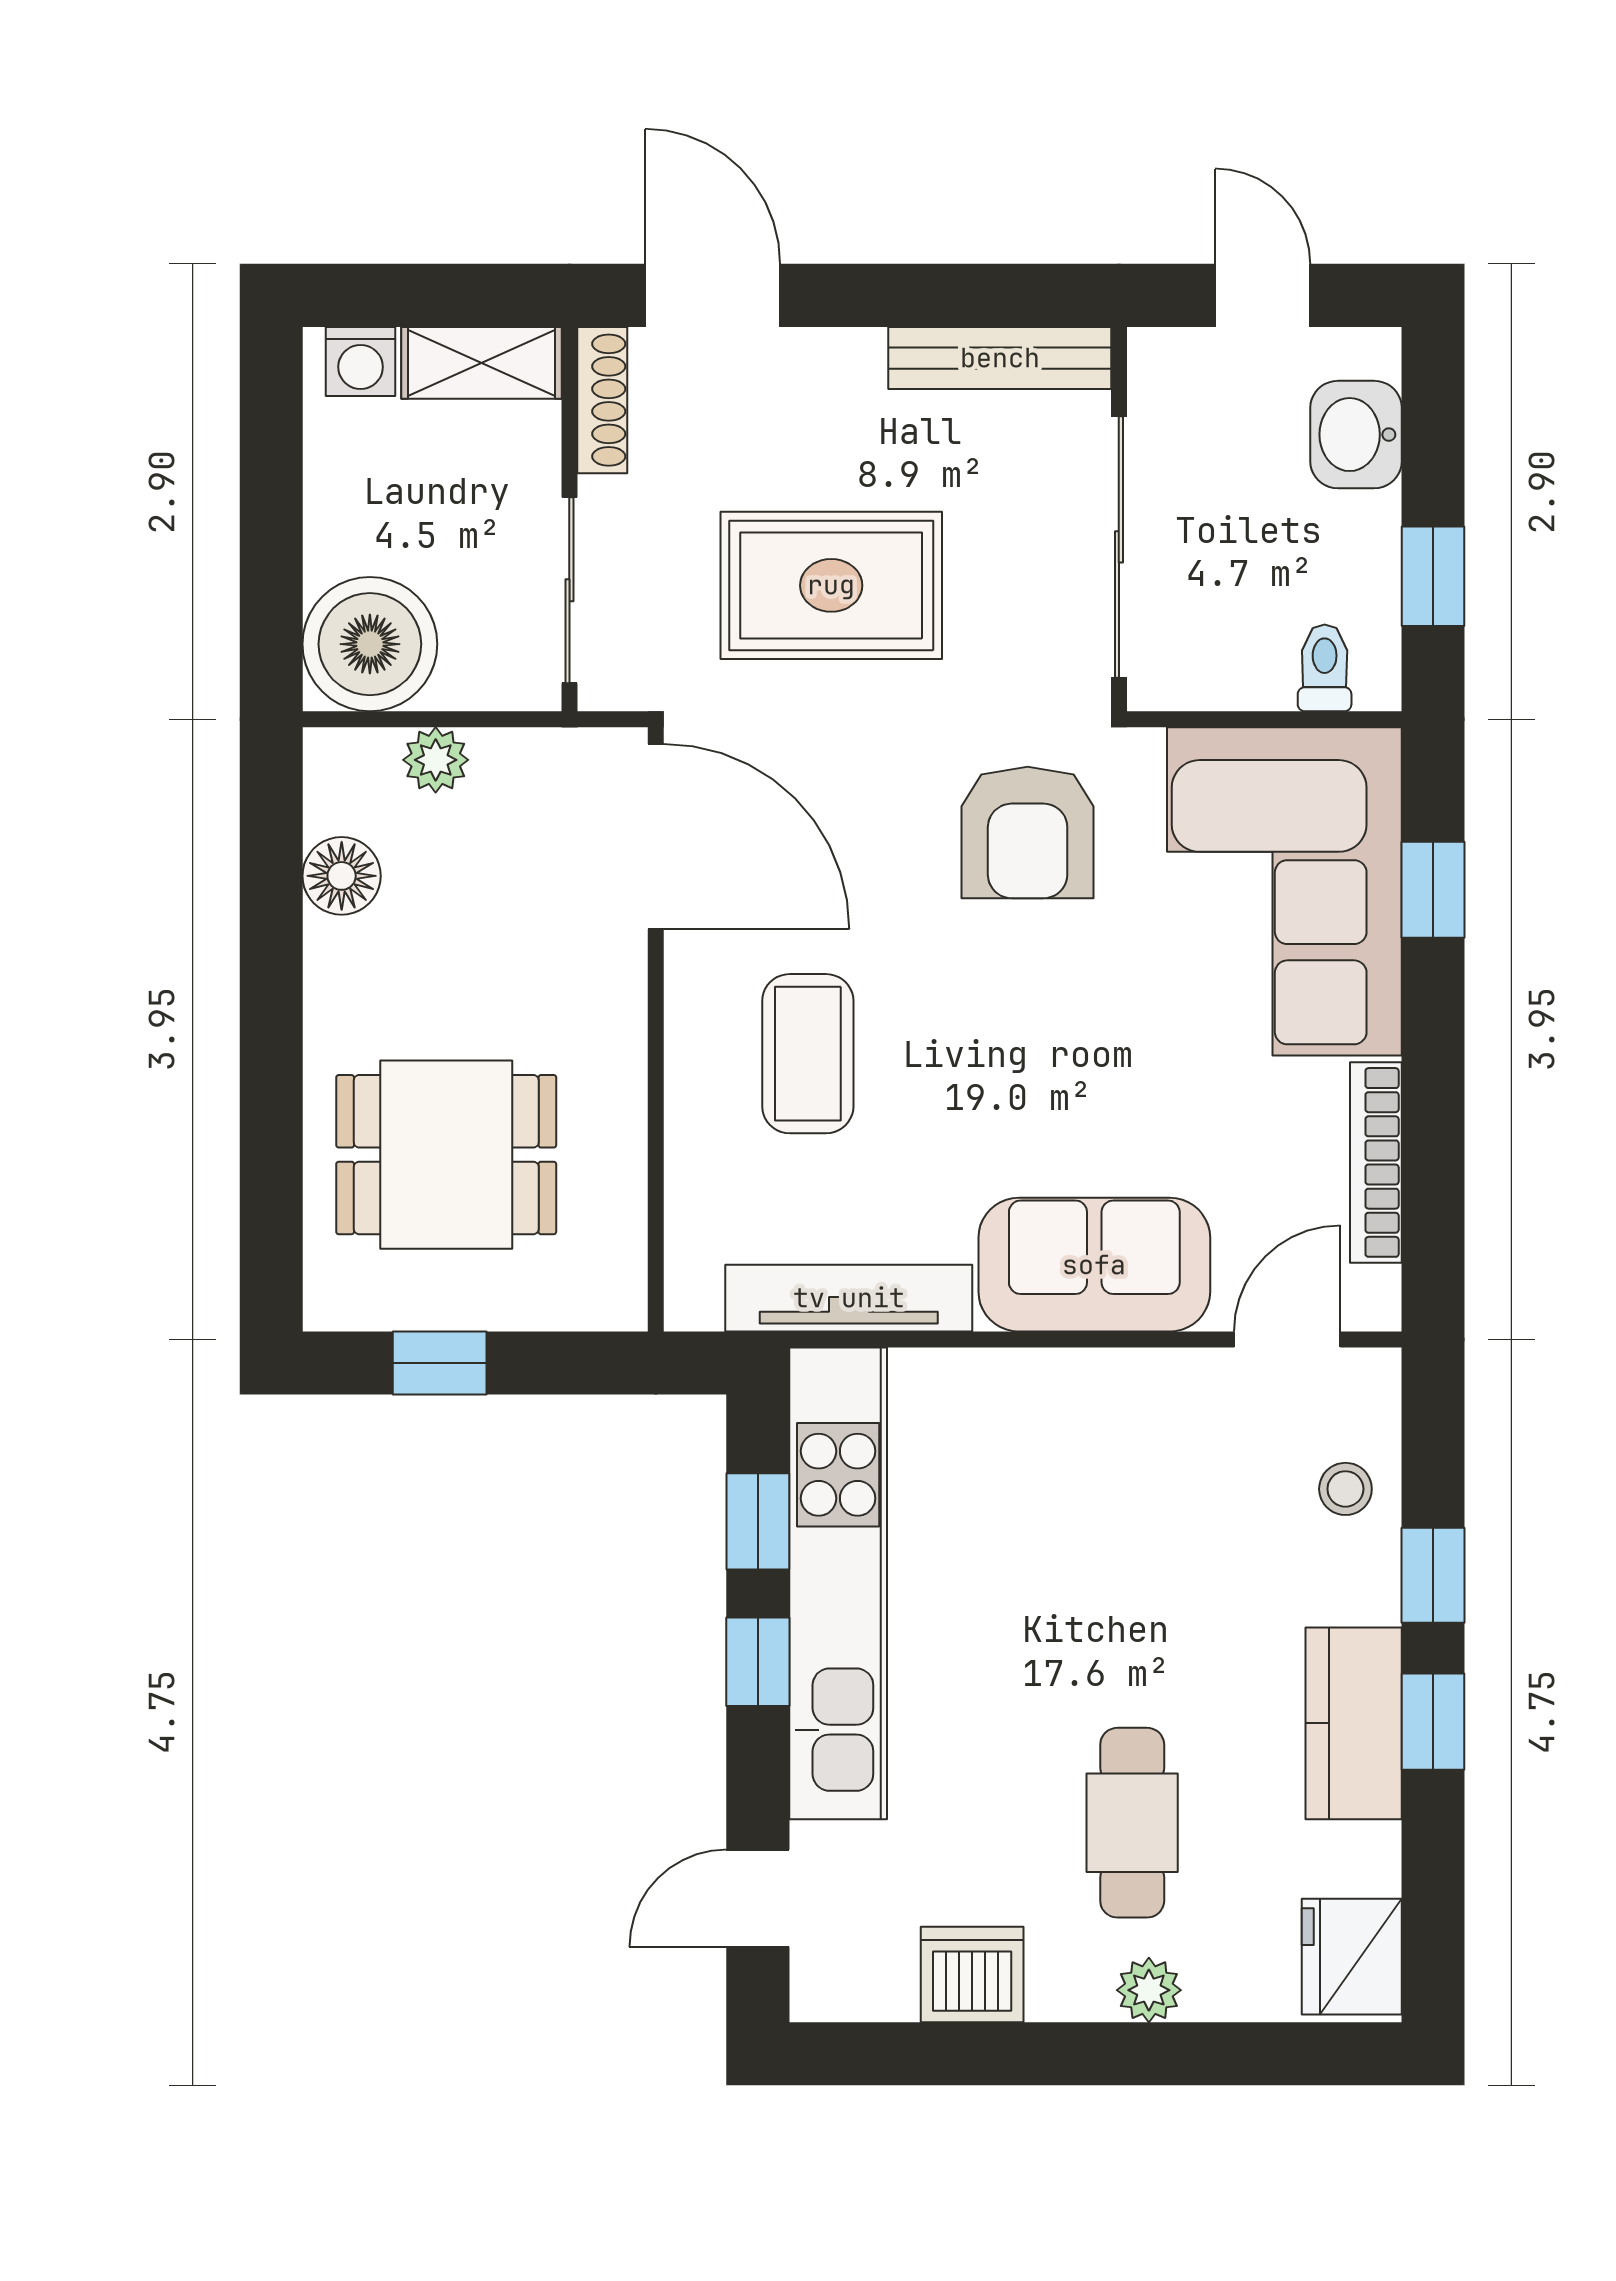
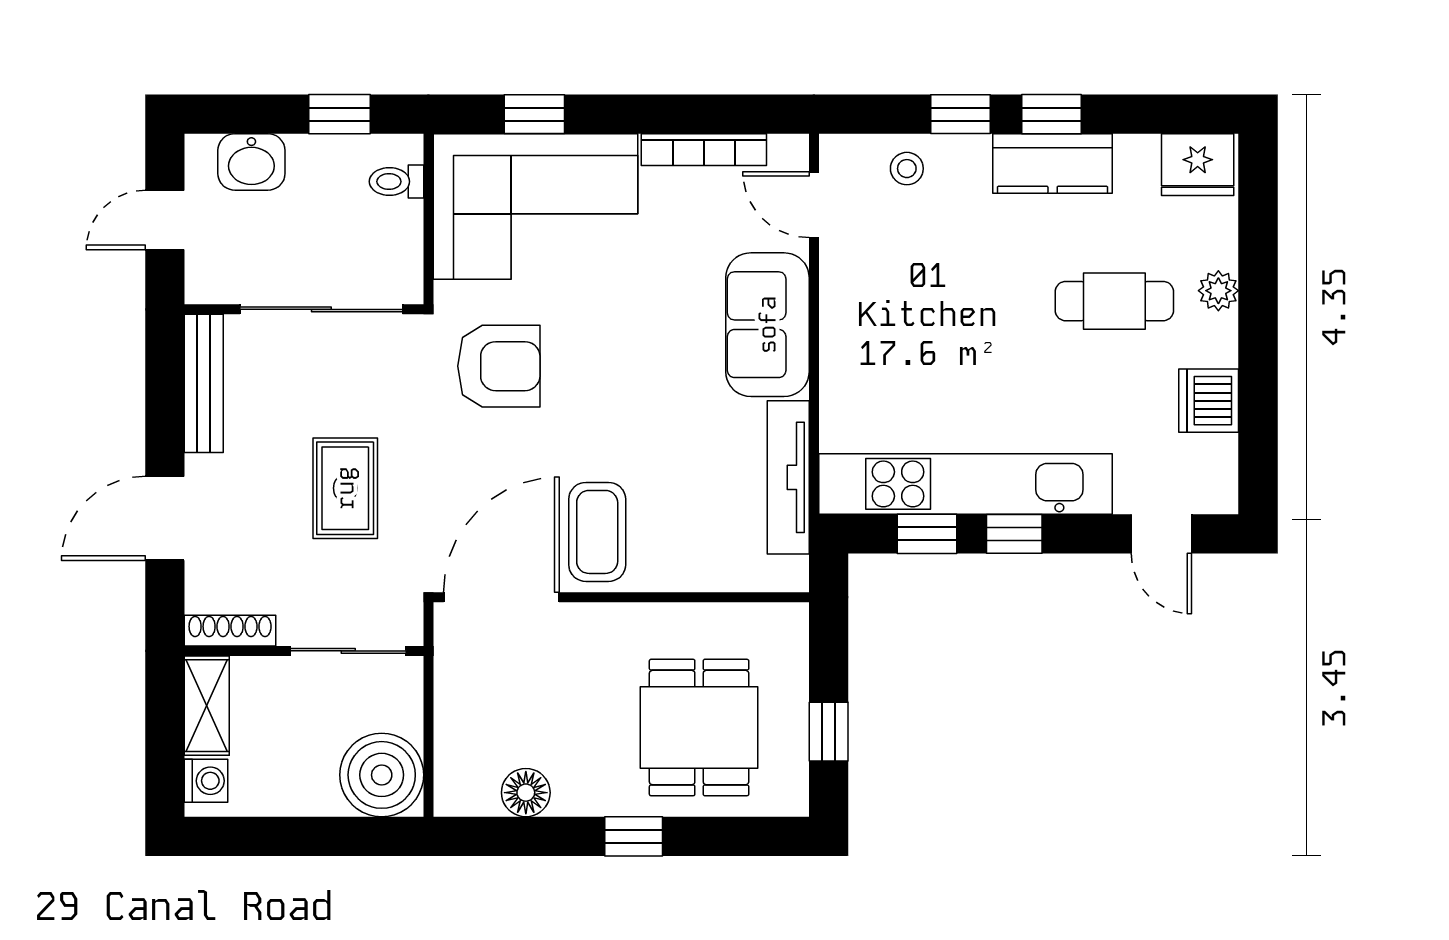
door: (713, 295) -> (165, 518), moved
rug: (831, 585) -> (345, 488), width x0.73, depth x0.70
plant: (436, 760) -> (454, 734), removed
window: (271, 1049) -> (634, 836), added
coffee table: (808, 1054) -> (597, 532), moved, turned 90

